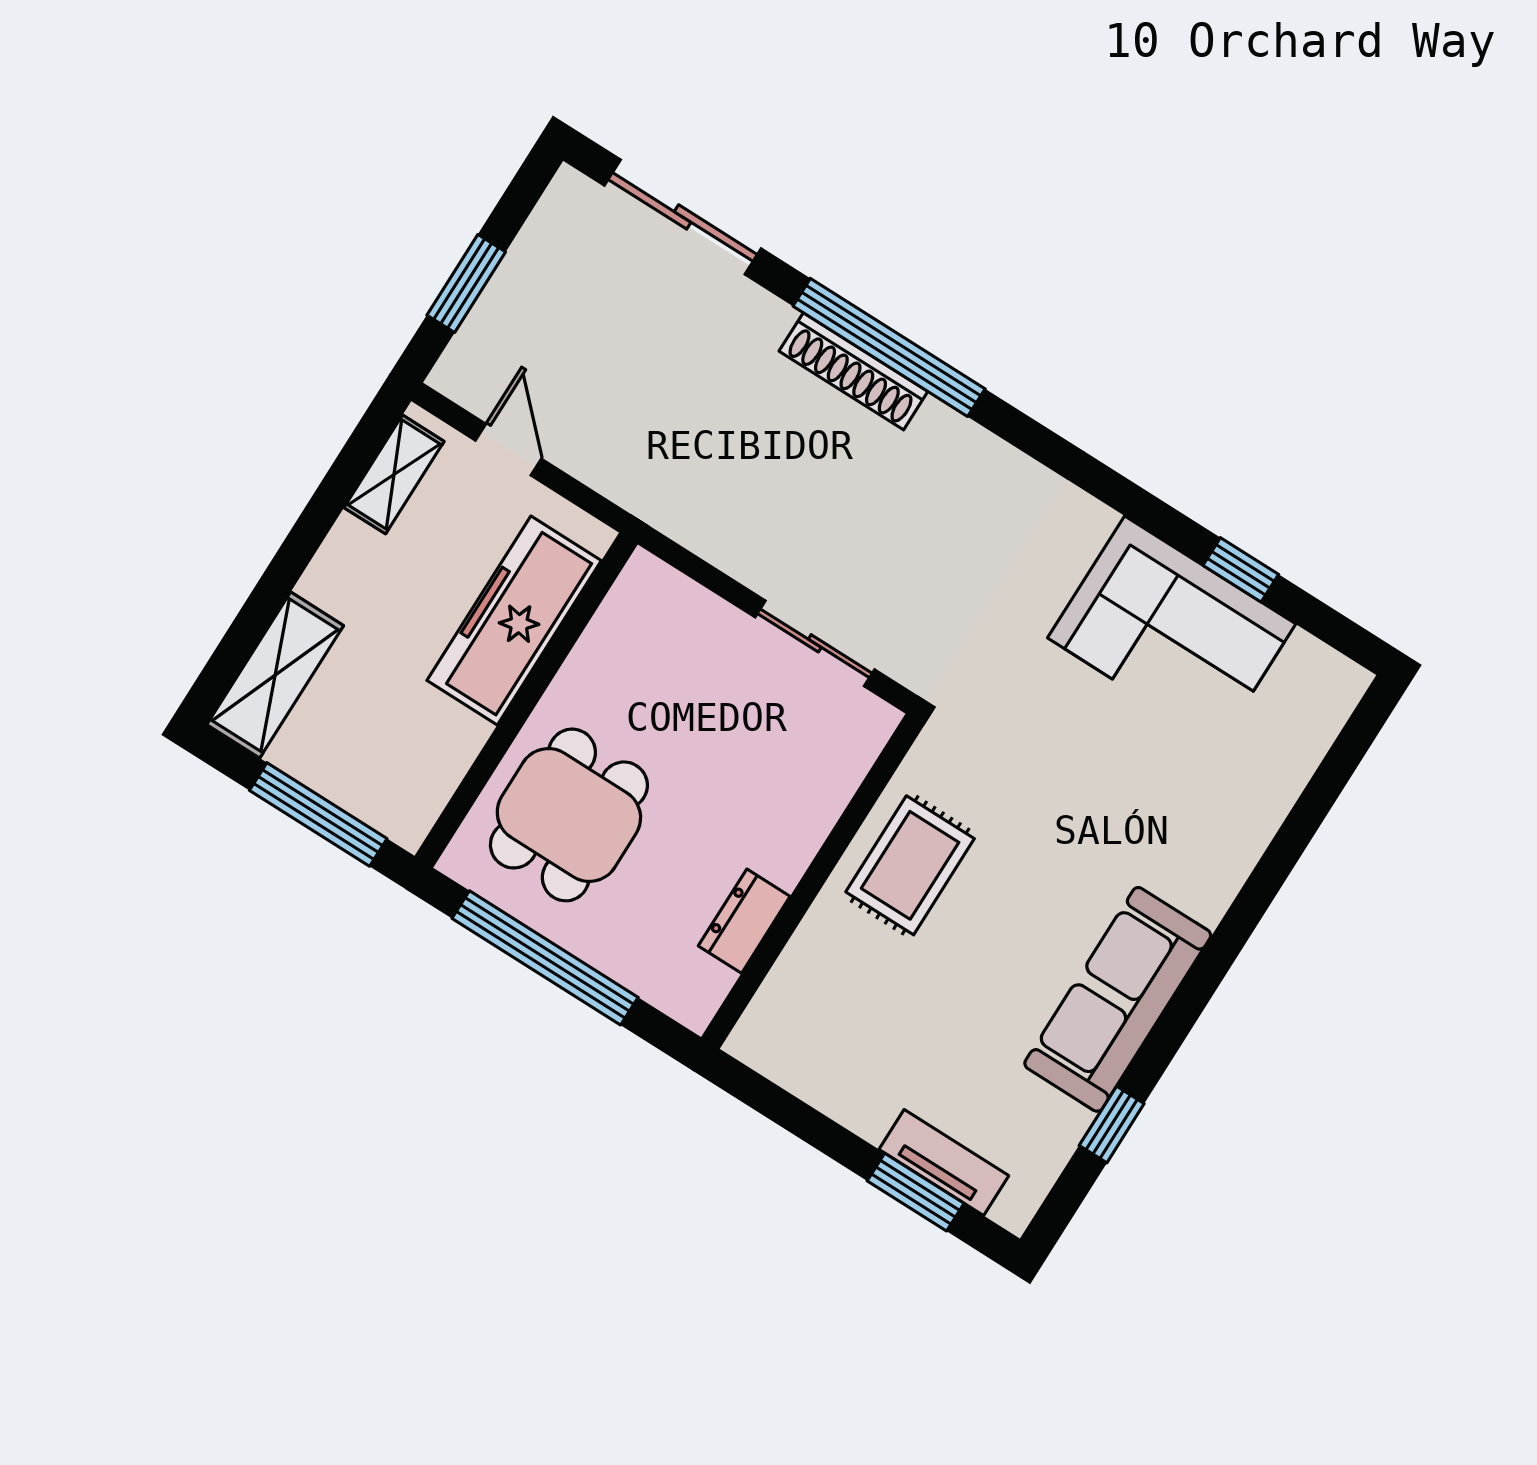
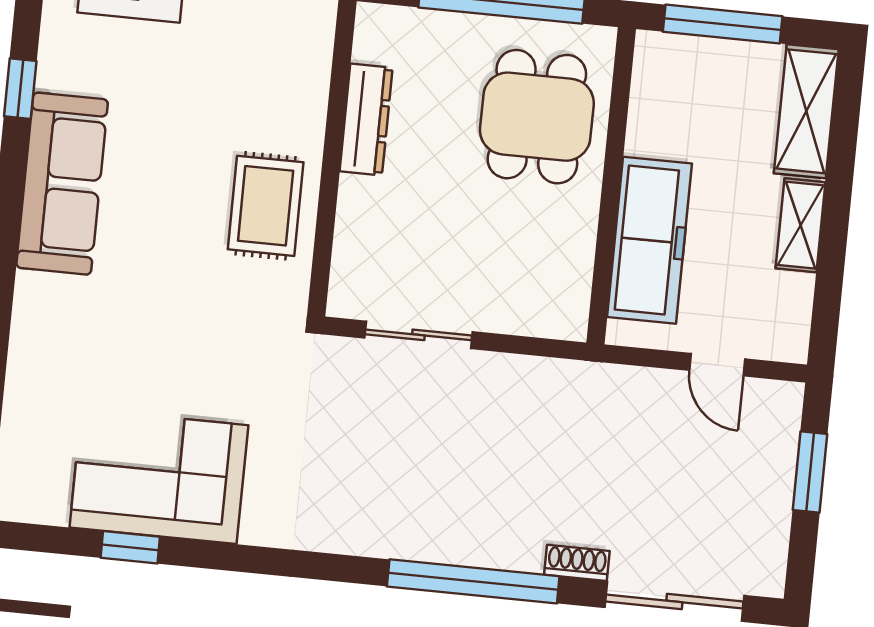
shoe rack: (853, 371) -> (577, 563), moved, width x0.51, depth x0.81
shelving: (394, 474) -> (800, 225), moved
dresser: (744, 921) -> (366, 119), width x1.44

